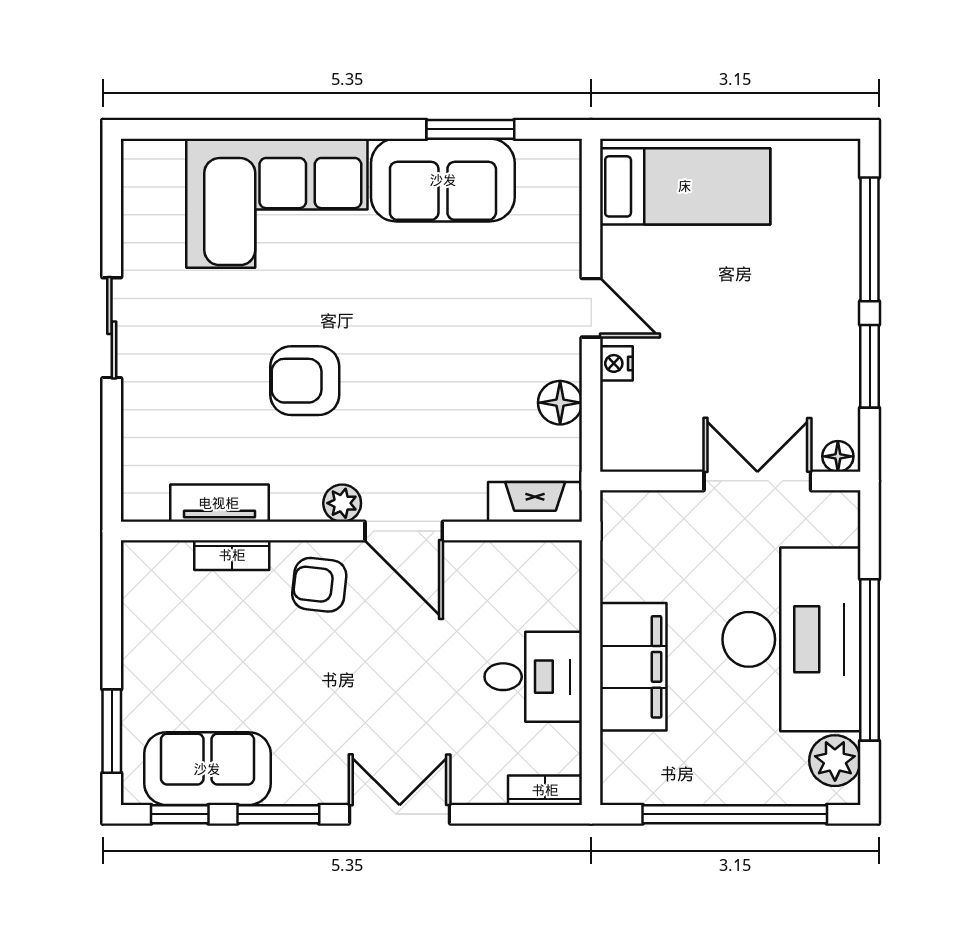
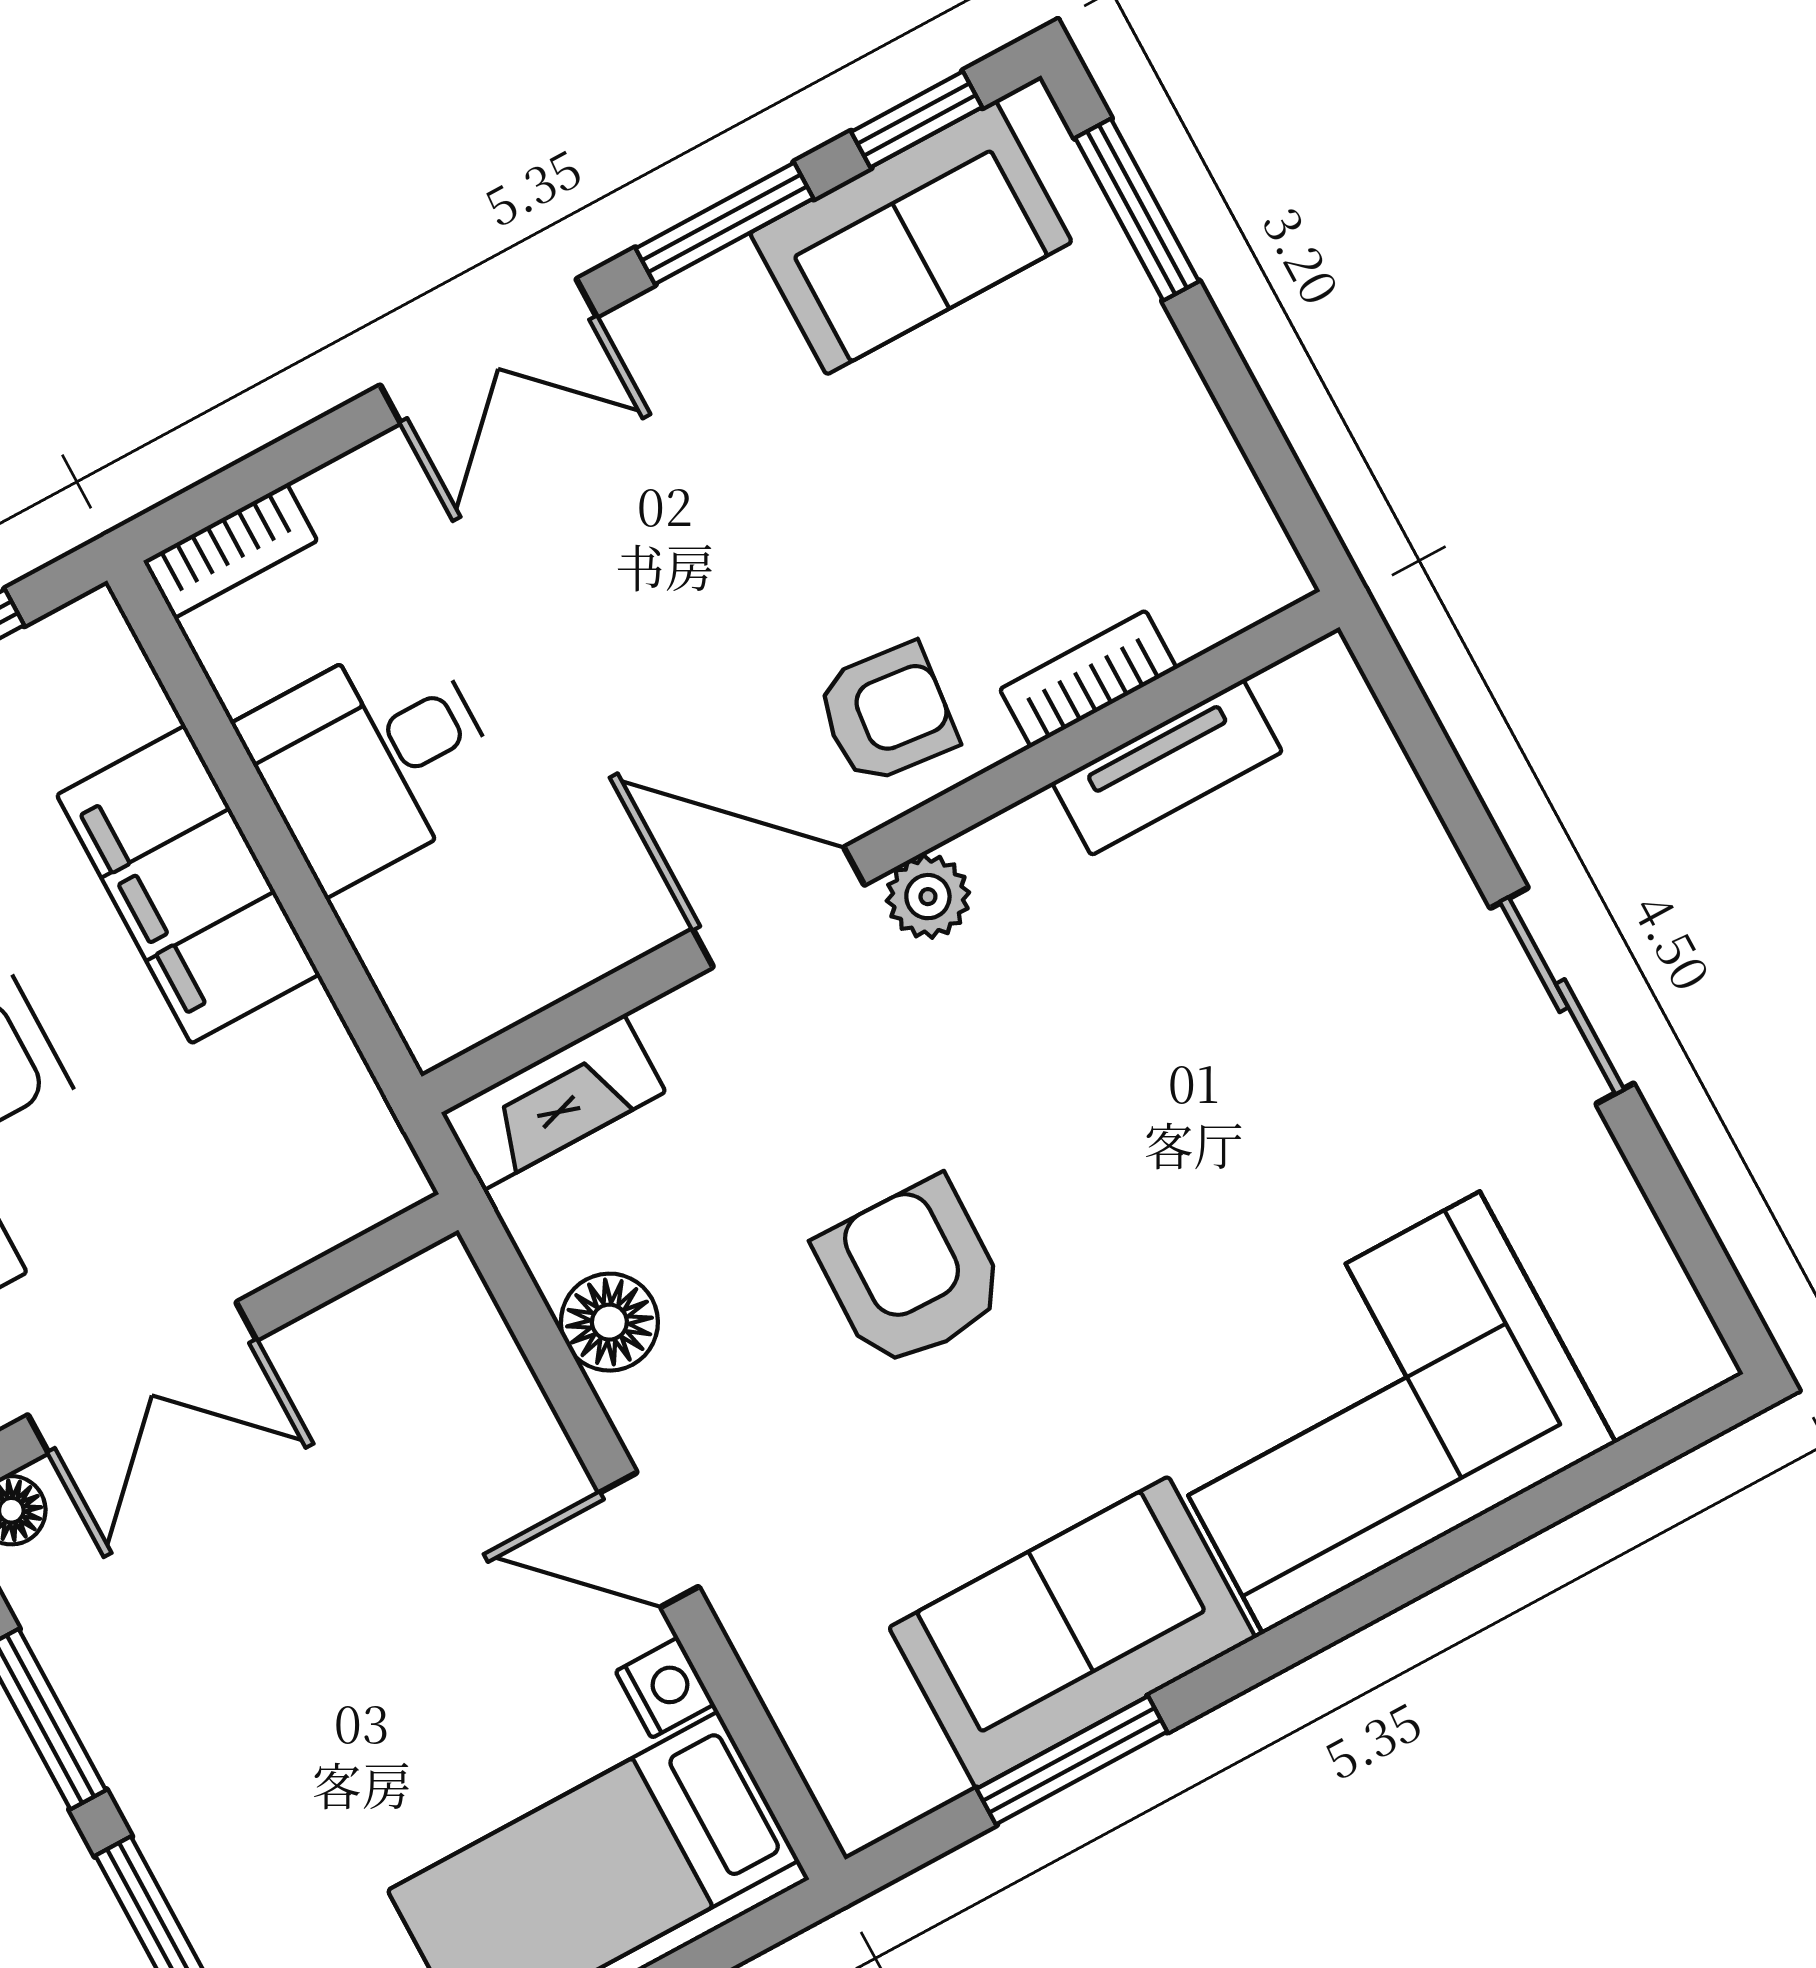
nightstand: (616, 363) -> (665, 1688), moved
armchair: (305, 381) -> (911, 1273), moved, turned -89

